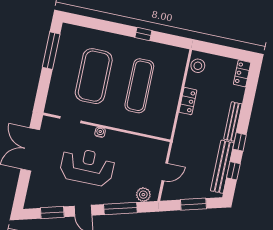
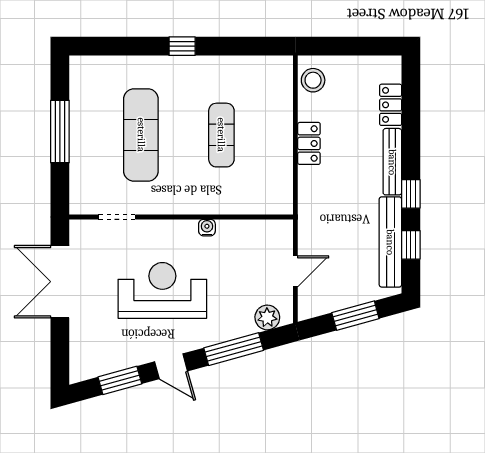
window: (143, 34) -> (182, 46), moved
window: (51, 51) -> (60, 131), moved
locker: (242, 73) -> (391, 105), moved
exercise mat: (94, 76) -> (141, 135), width x0.68
exercise mat: (139, 86) -> (221, 135), width x0.73, depth x0.69
water cooler: (100, 132) -> (207, 228), moved

